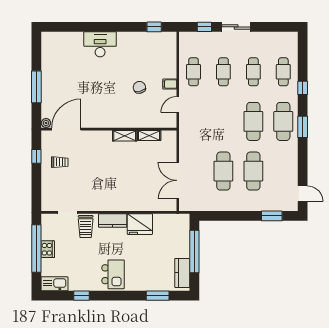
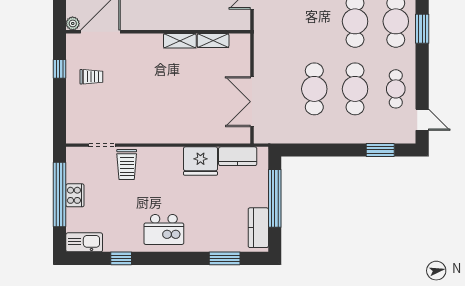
cafe table: (283, 171) -> (396, 89), added
kitchen counter: (113, 221) -> (238, 156), moved
kitchen island: (113, 274) -> (164, 229), turned 90

